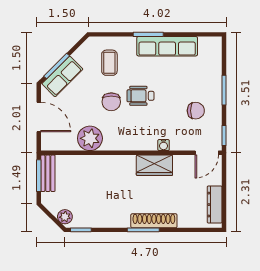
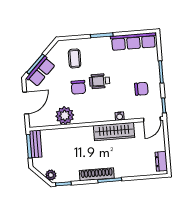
row of seats: (167, 46) -> (133, 41), moved
door: (39, 117) -> (26, 103), hinge flipped
wardrobe: (154, 165) -> (114, 132), width x1.50
dresser: (215, 205) -> (161, 161), width x0.70
shoe rack: (154, 221) -> (97, 174), moved

